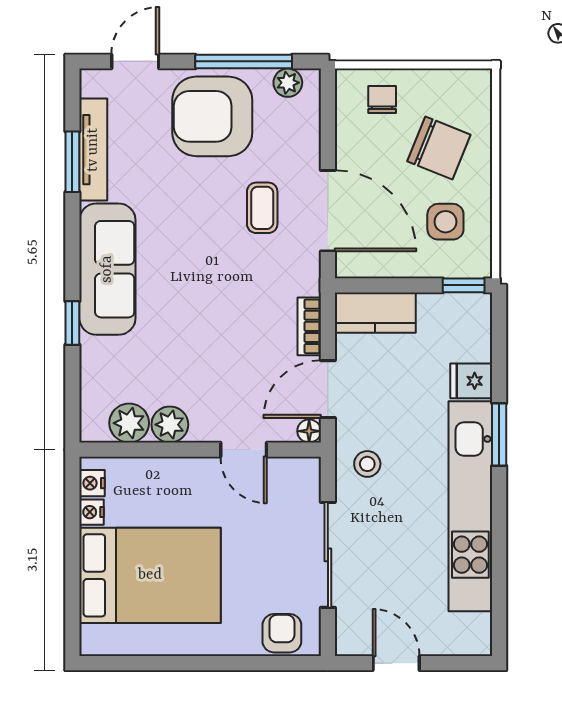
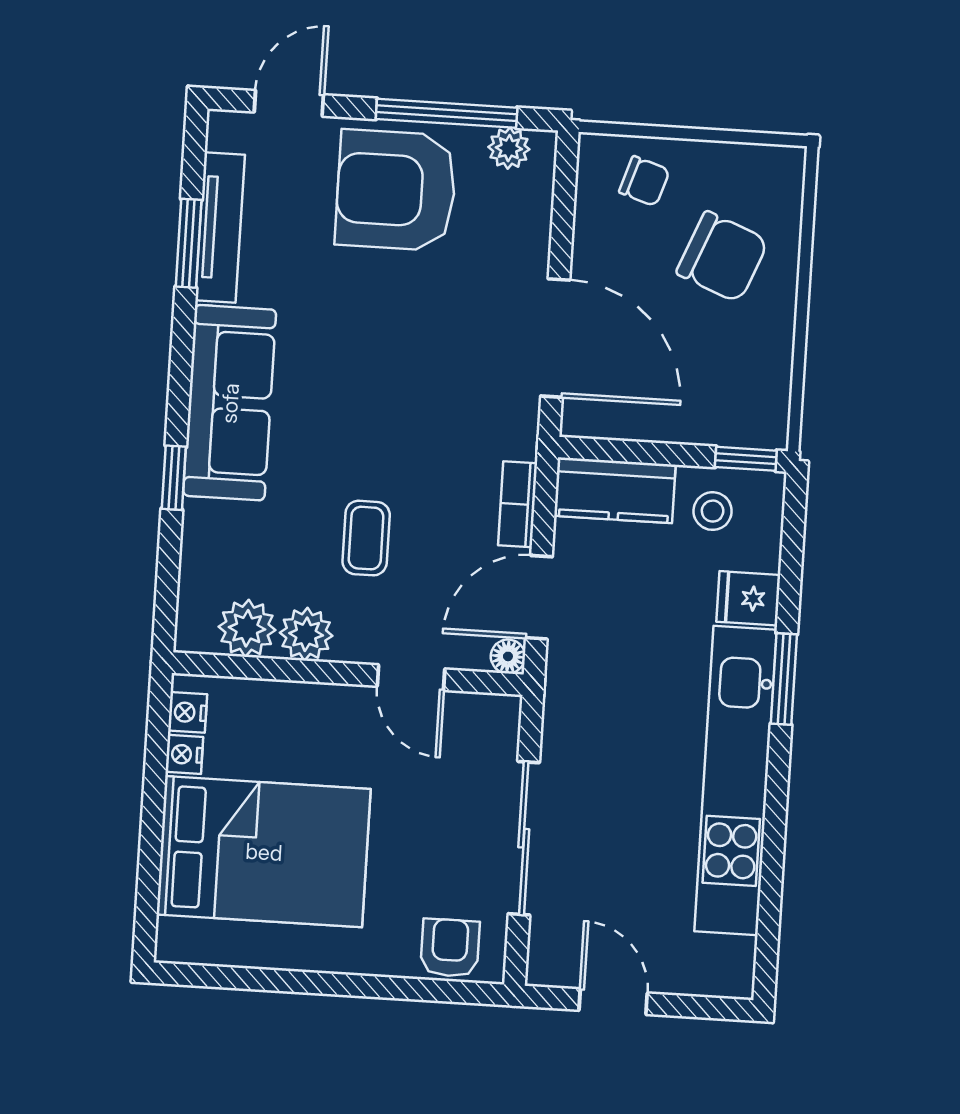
chair: (382, 99) -> (644, 181), turned 108
coffee table: (262, 208) -> (366, 538), moved
side table: (445, 222) -> (725, 365), removed
stool: (367, 464) -> (713, 511), moved

